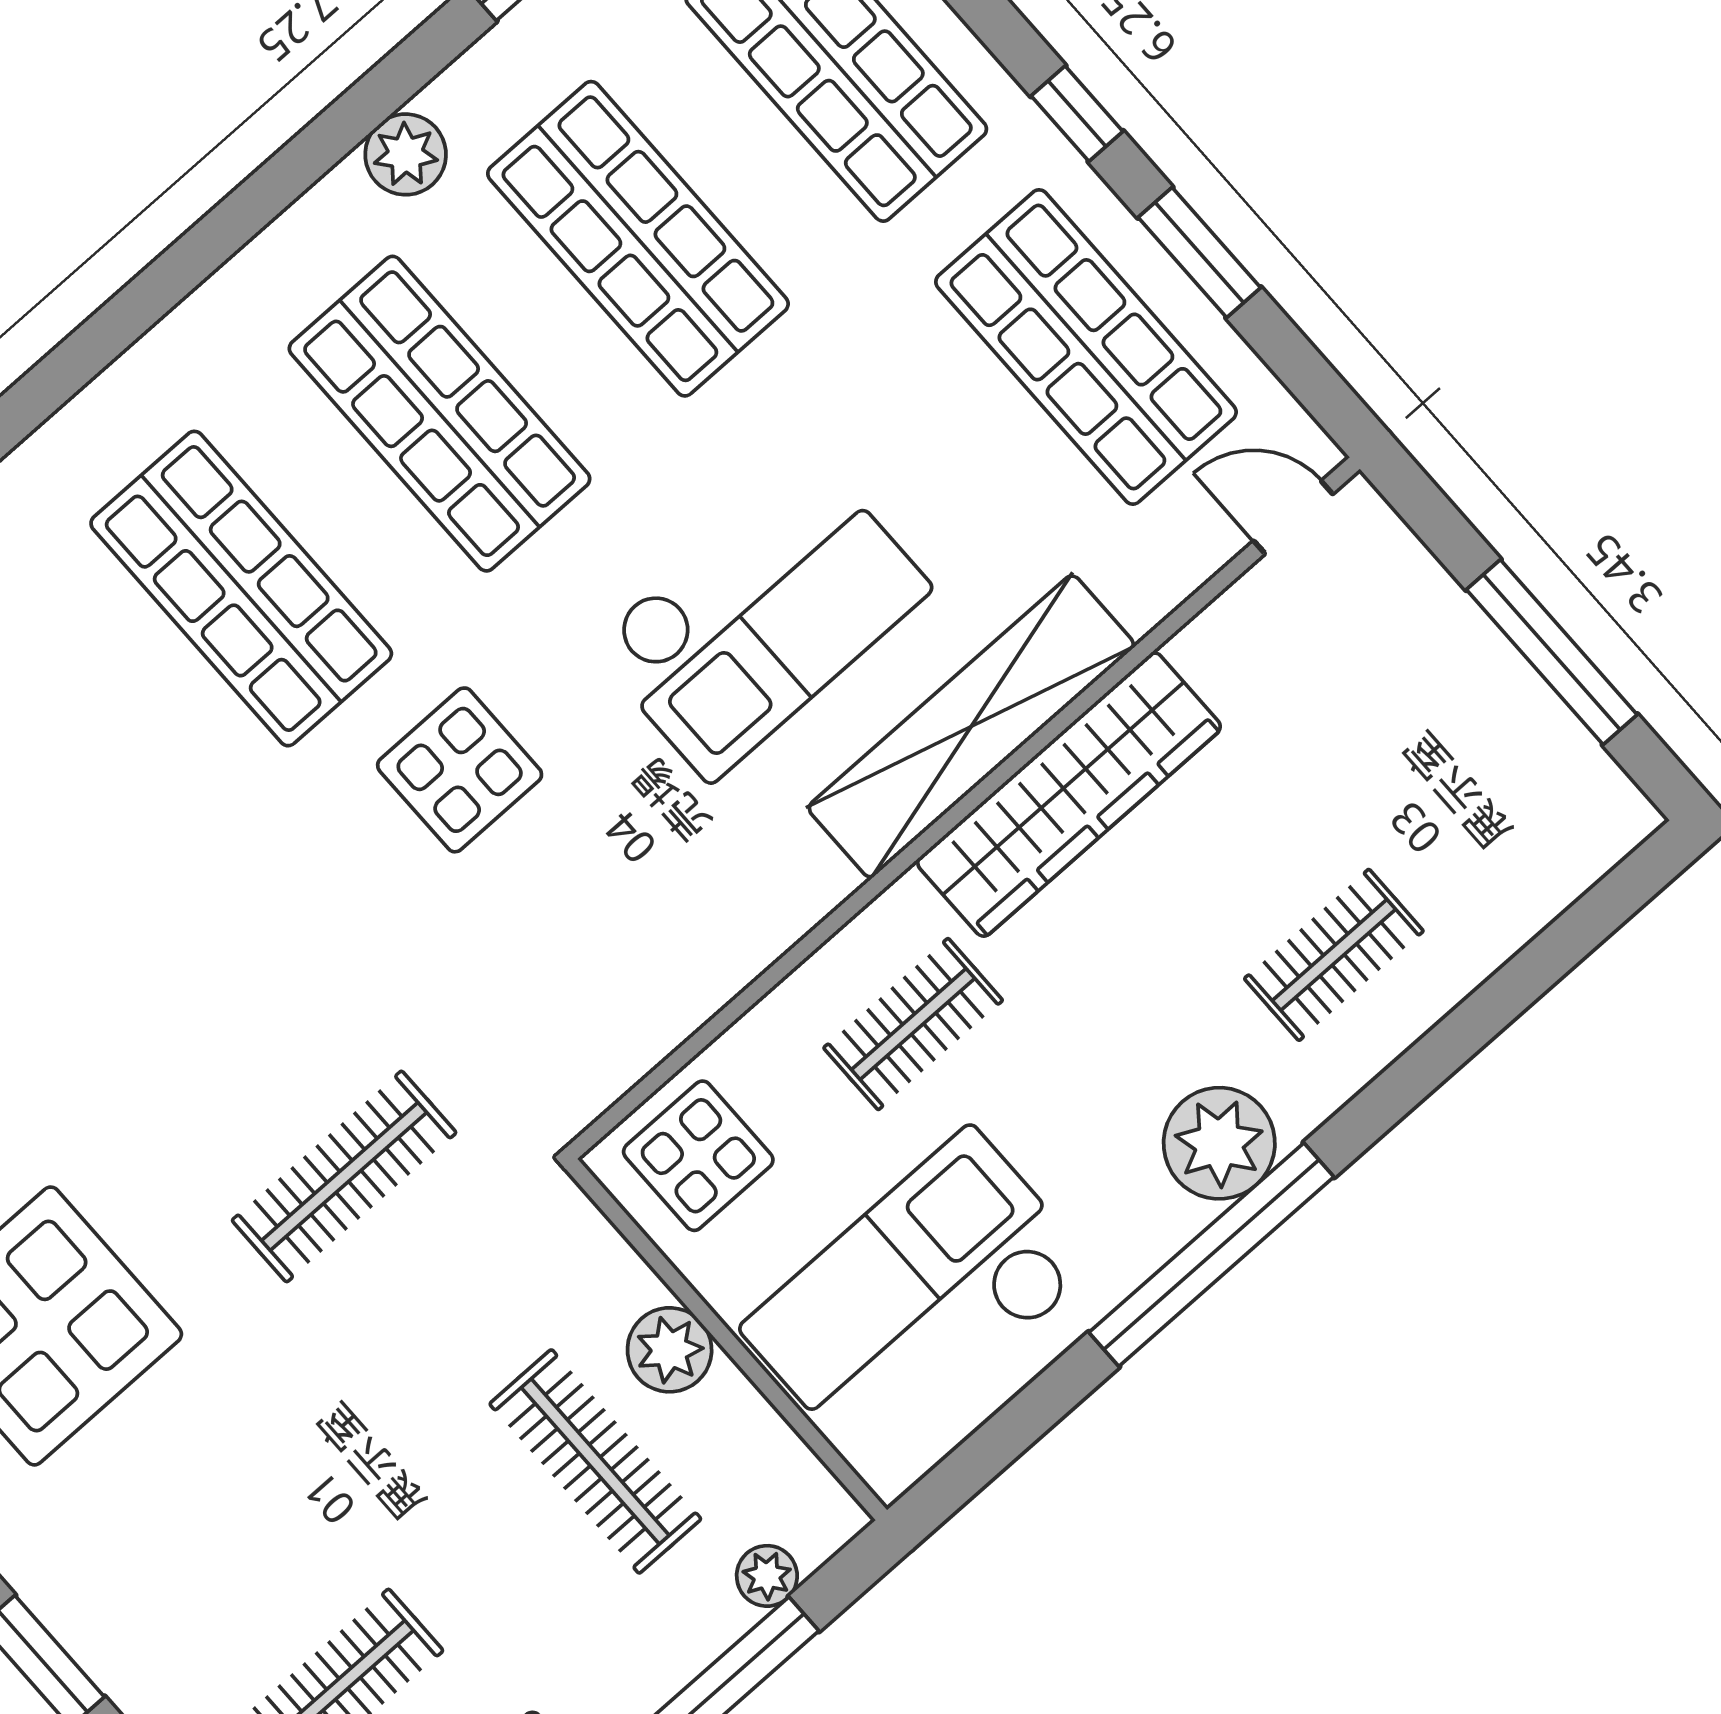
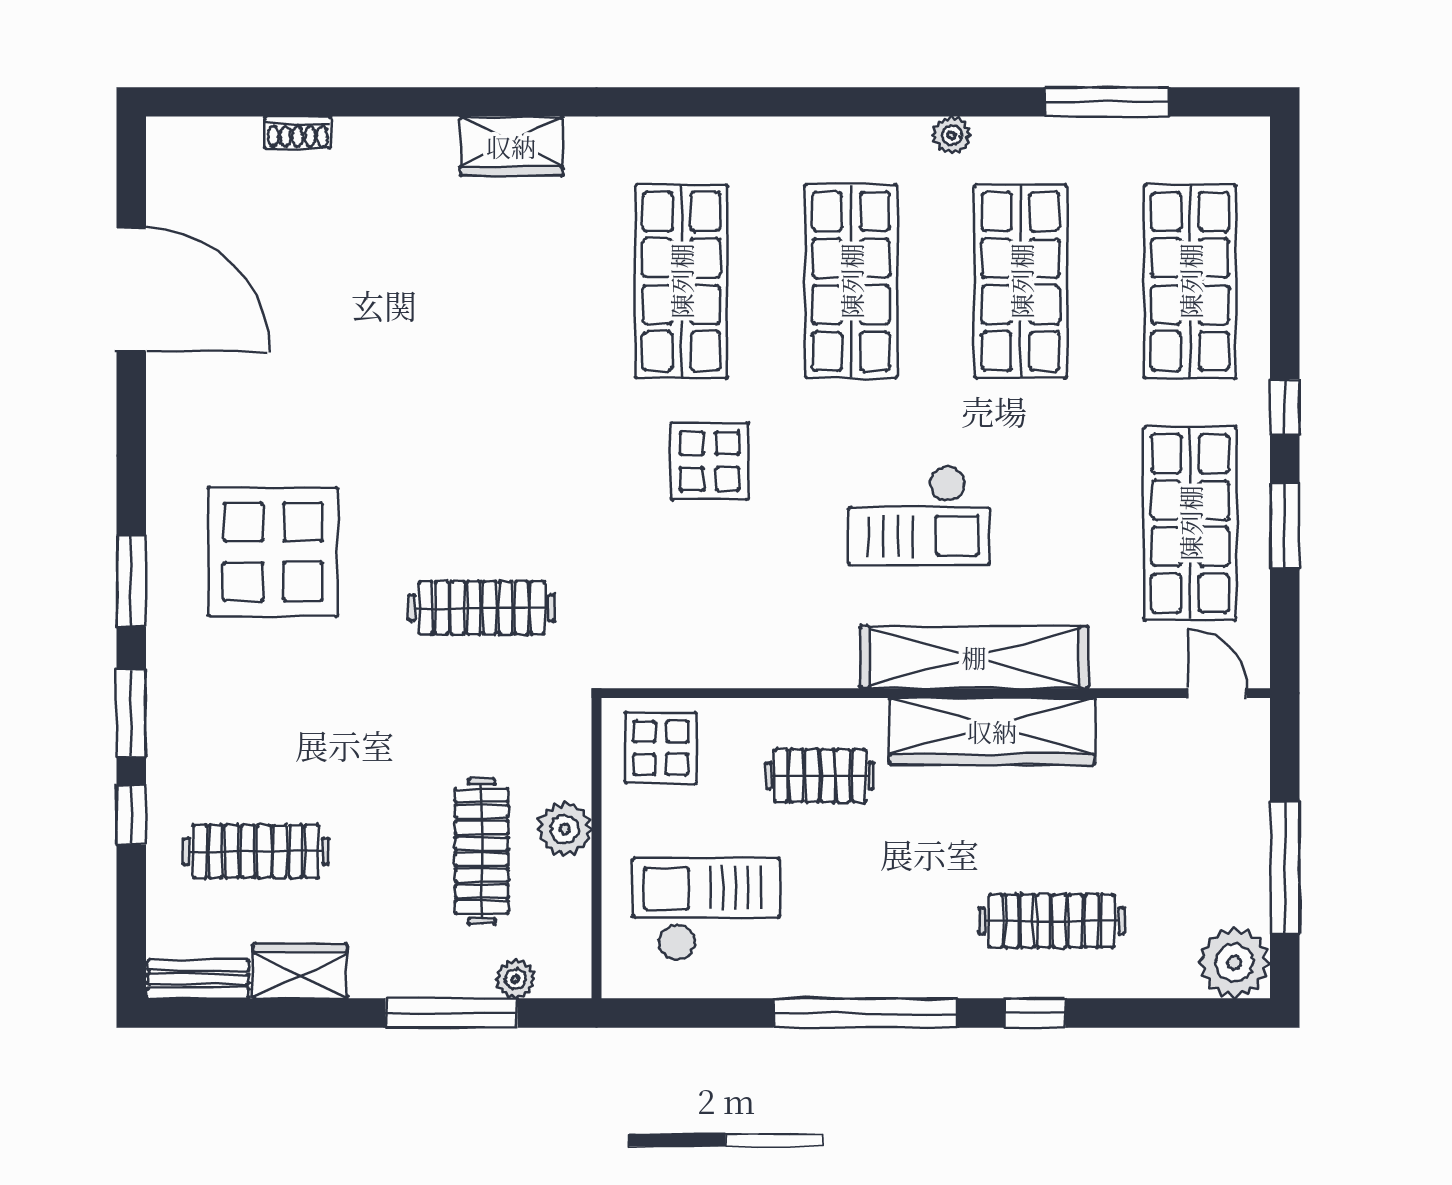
plant: (406, 154) -> (952, 135), width x0.73, depth x0.73
checkout: (761, 617) -> (919, 515), width x0.73, depth x0.83
clothes rail: (1334, 955) -> (1052, 921), width x1.36
window: (1409, 1080) -> (1035, 1013), added
plant: (1219, 1143) -> (1234, 963), moved
checkout: (918, 1298) -> (706, 909), width x0.73, depth x0.83

